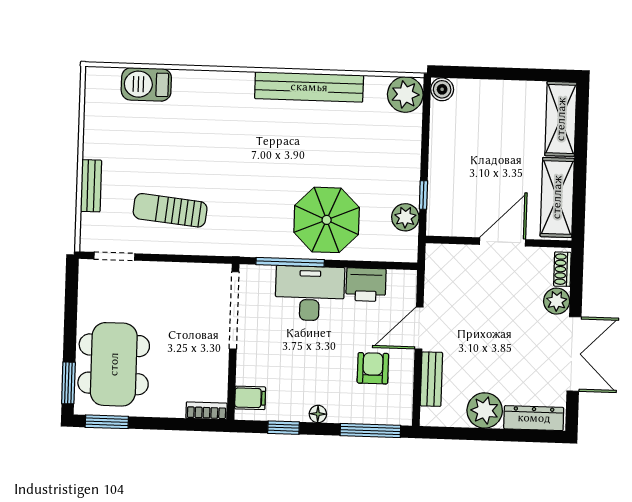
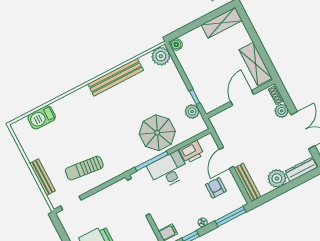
shelving: (561, 119) -> (222, 23), moved, turned 90
bench: (91, 186) -> (42, 177), width x1.36
bench: (431, 379) -> (247, 182), width x1.36

